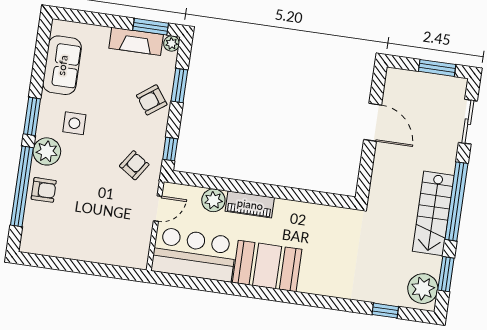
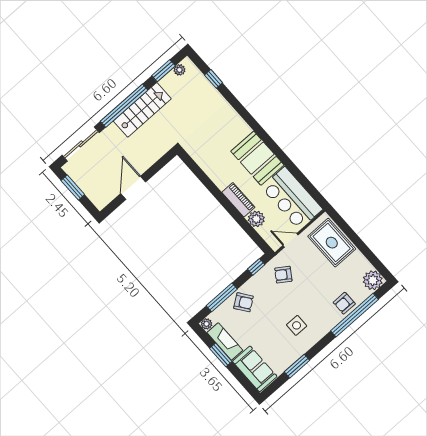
window: (151, 27) -> (221, 355), moved
sofa: (62, 65) -> (255, 369), moved, turned 90
window: (179, 86) -> (222, 297), width x1.44
window: (32, 116) -> (297, 366), moved
sliding door: (468, 122) -> (81, 144), width x1.37
plant: (47, 151) -> (373, 280), moved
armchair: (44, 190) -> (344, 303), turned -90
rug: (112, 243) -> (332, 243), added
plant: (423, 289) -> (179, 70), width x0.53, depth x0.53

